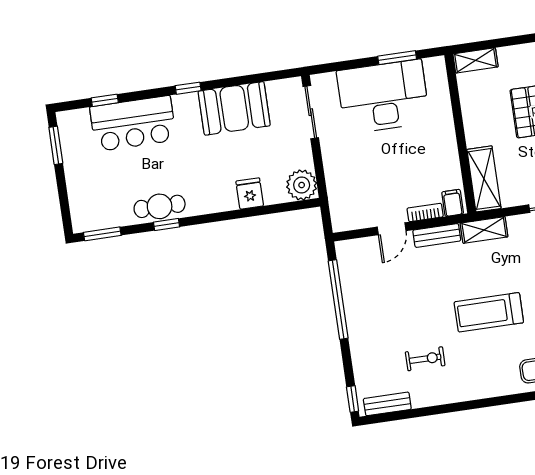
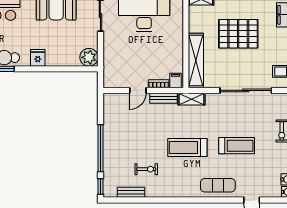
shelving: (484, 179) -> (196, 61), width x1.47
fridge: (250, 194) -> (38, 58), moved
window: (338, 300) -> (100, 148), moved
bench: (387, 404) -> (131, 192), moved

